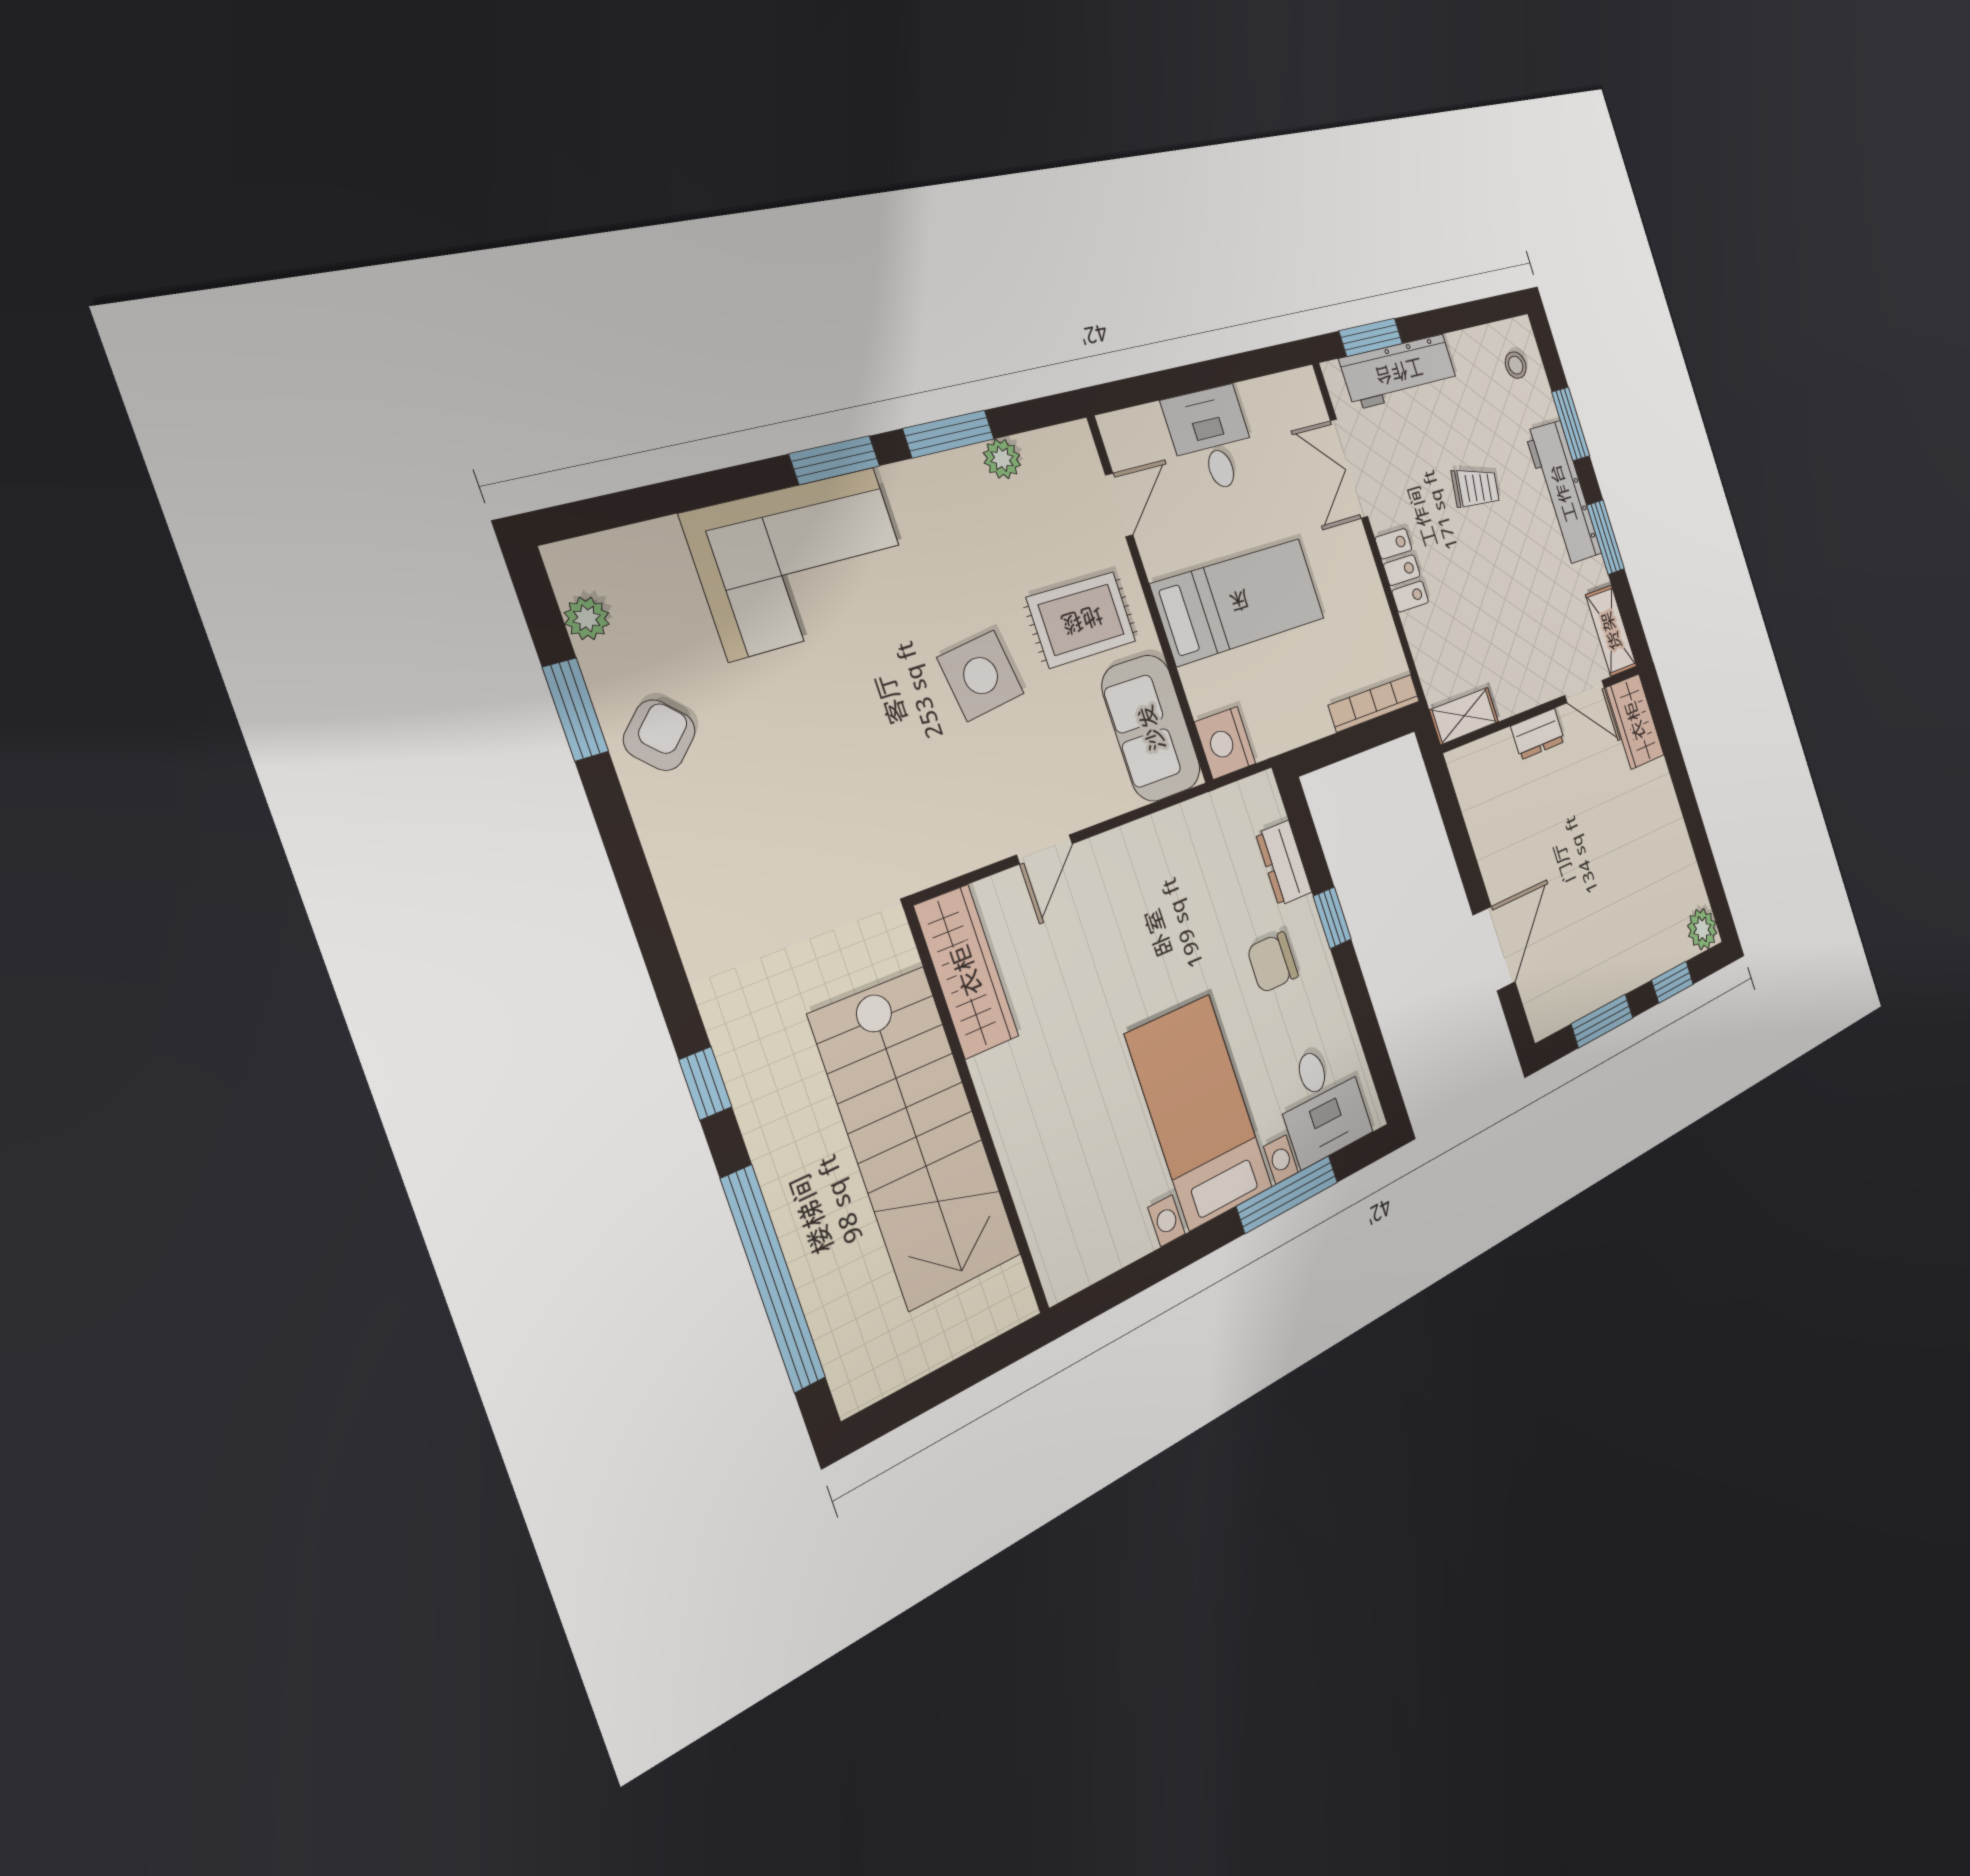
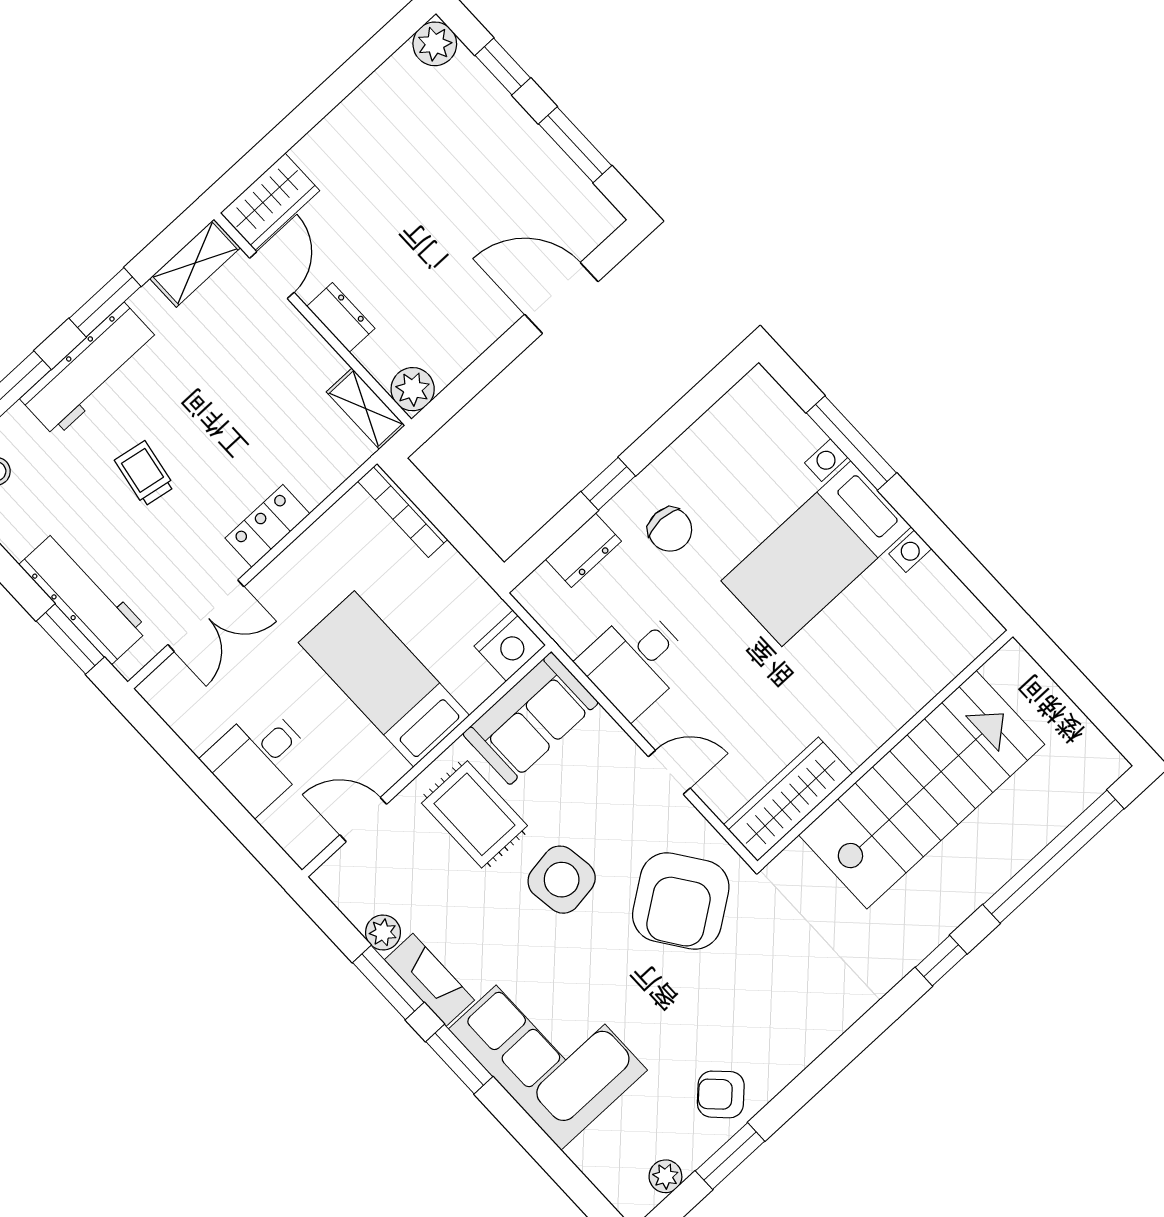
fireplace: (934, 478) -> (429, 980), added
plant: (1466, 768) -> (413, 389), added
armchair: (905, 796) -> (681, 901), added
desk: (1322, 1103) -> (635, 662), moved, turned 180

